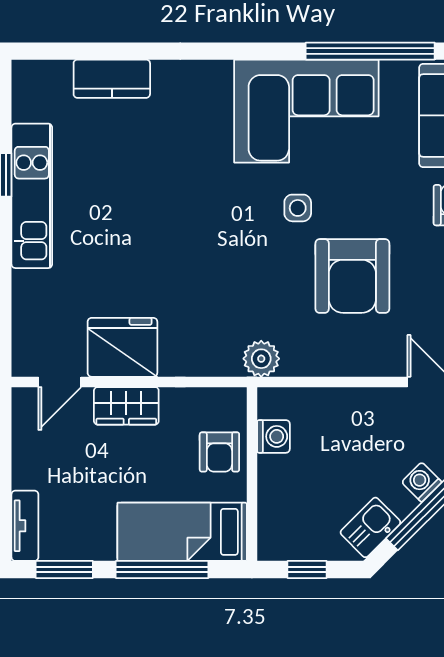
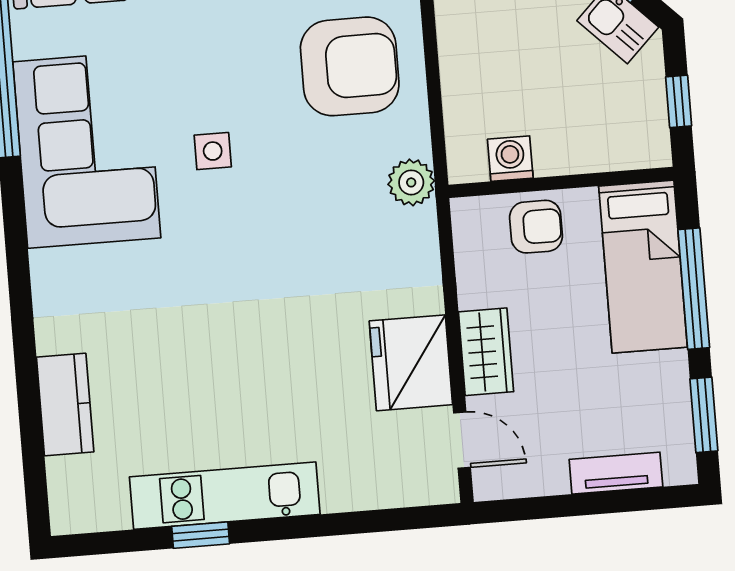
armchair: (352, 276) -> (350, 66), moved
tv unit: (25, 526) -> (616, 473), moved

